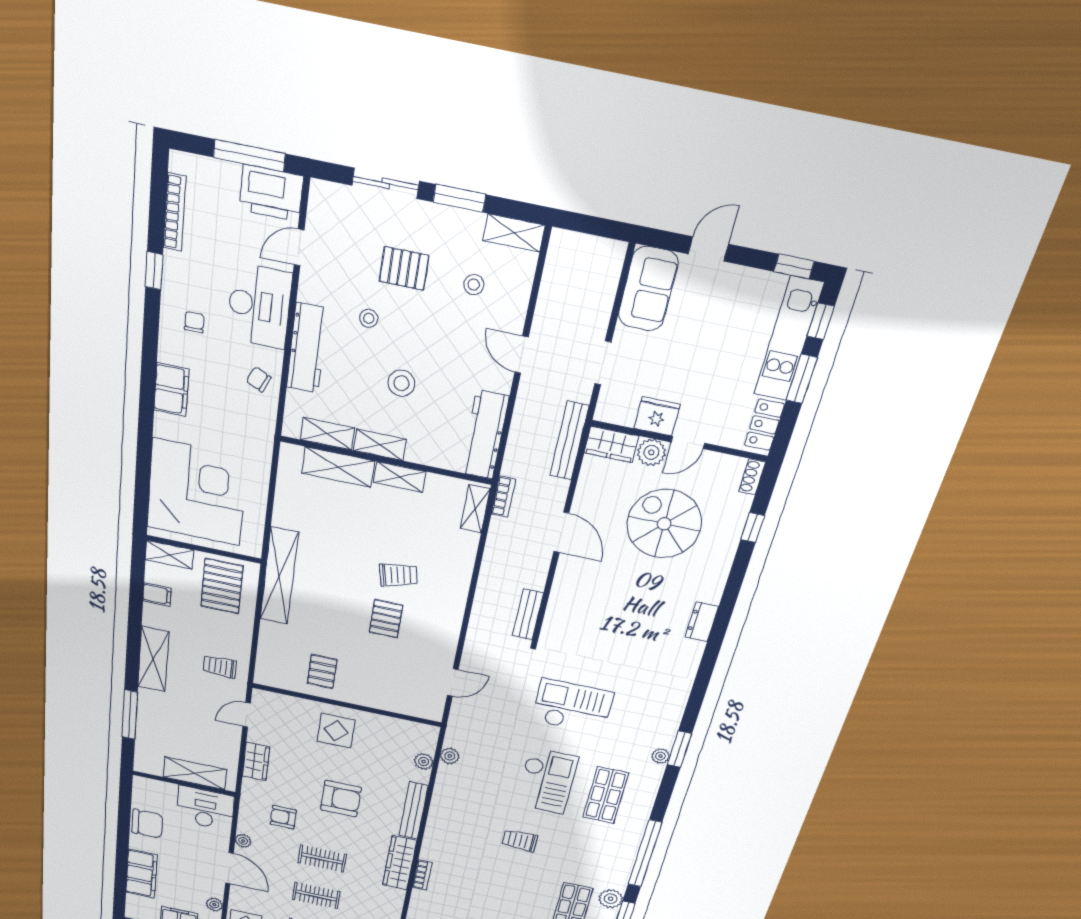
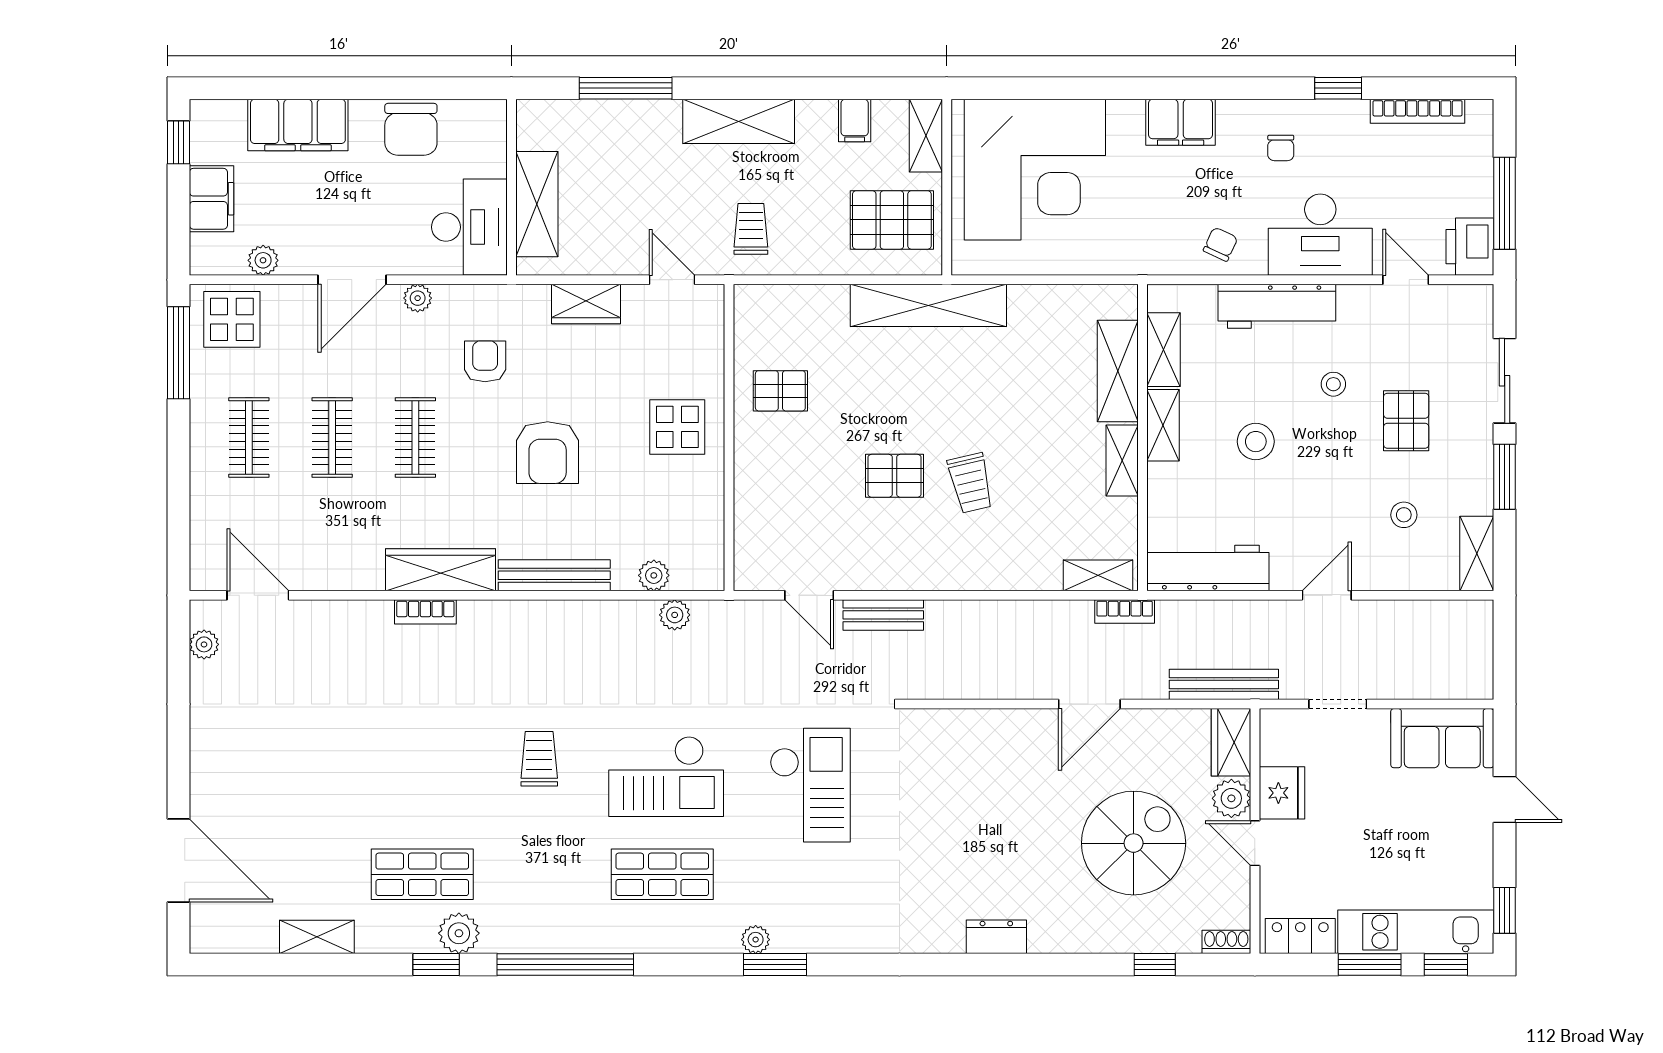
printer: (271, 193) -> (1470, 247), width x0.73, depth x0.84
chair: (194, 322) -> (1281, 148), turned 90
bench: (528, 614) -> (883, 615), moved

